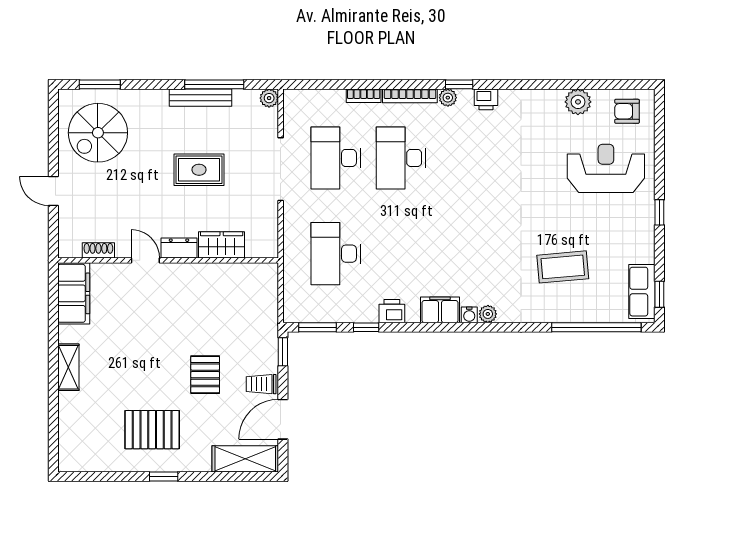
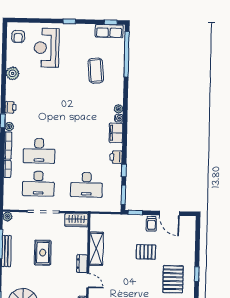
plant: (578, 102) -> (13, 73), moved
wardrobe: (222, 245) -> (76, 220), moved, turned -90
door: (145, 260) -> (88, 281), swing flipped
shelving: (245, 459) -> (96, 249), moved

